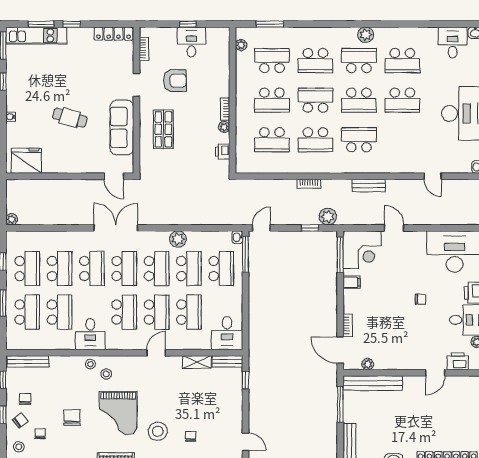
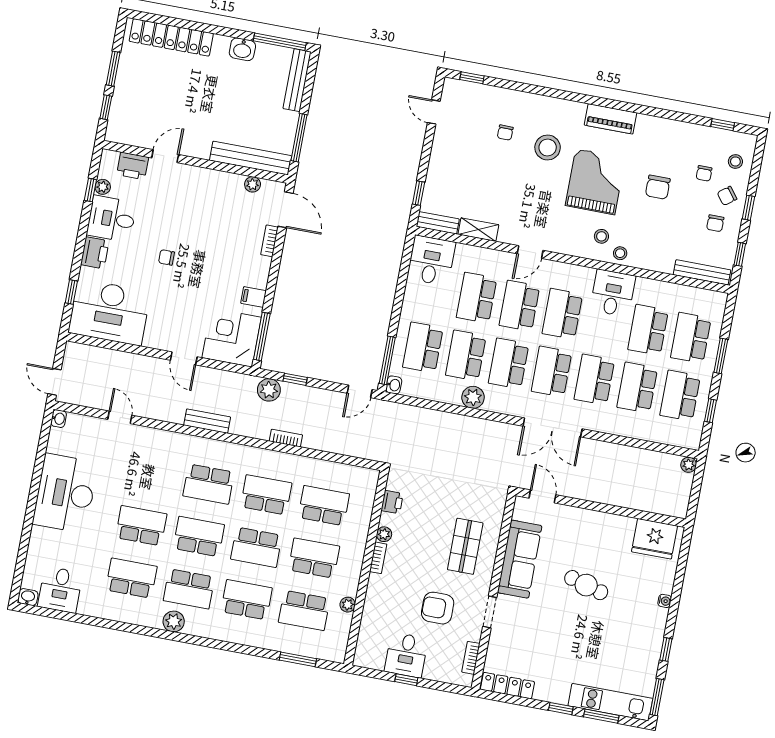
plant: (241, 45) -> (348, 605), moved

